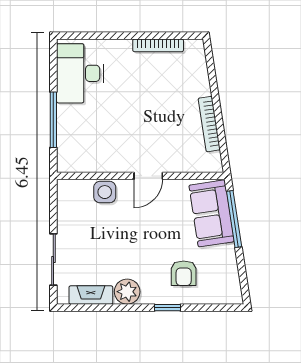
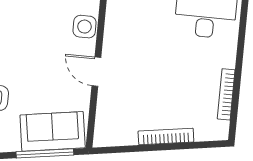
bookcase: (209, 124) -> (166, 136), moved

